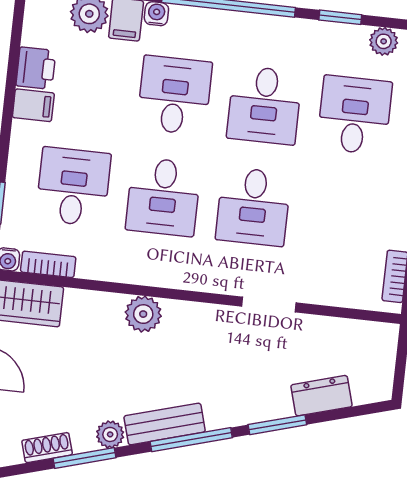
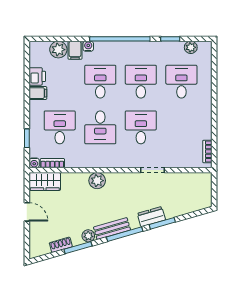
desk: (264, 105) -> (141, 82), turned 180
desk: (253, 207) -> (141, 127), turned 180
dresser: (321, 396) -> (151, 217), moved

